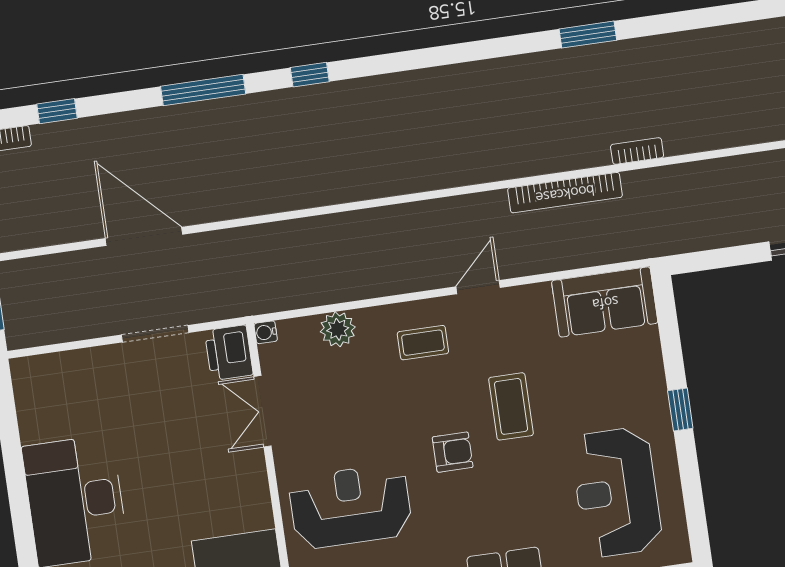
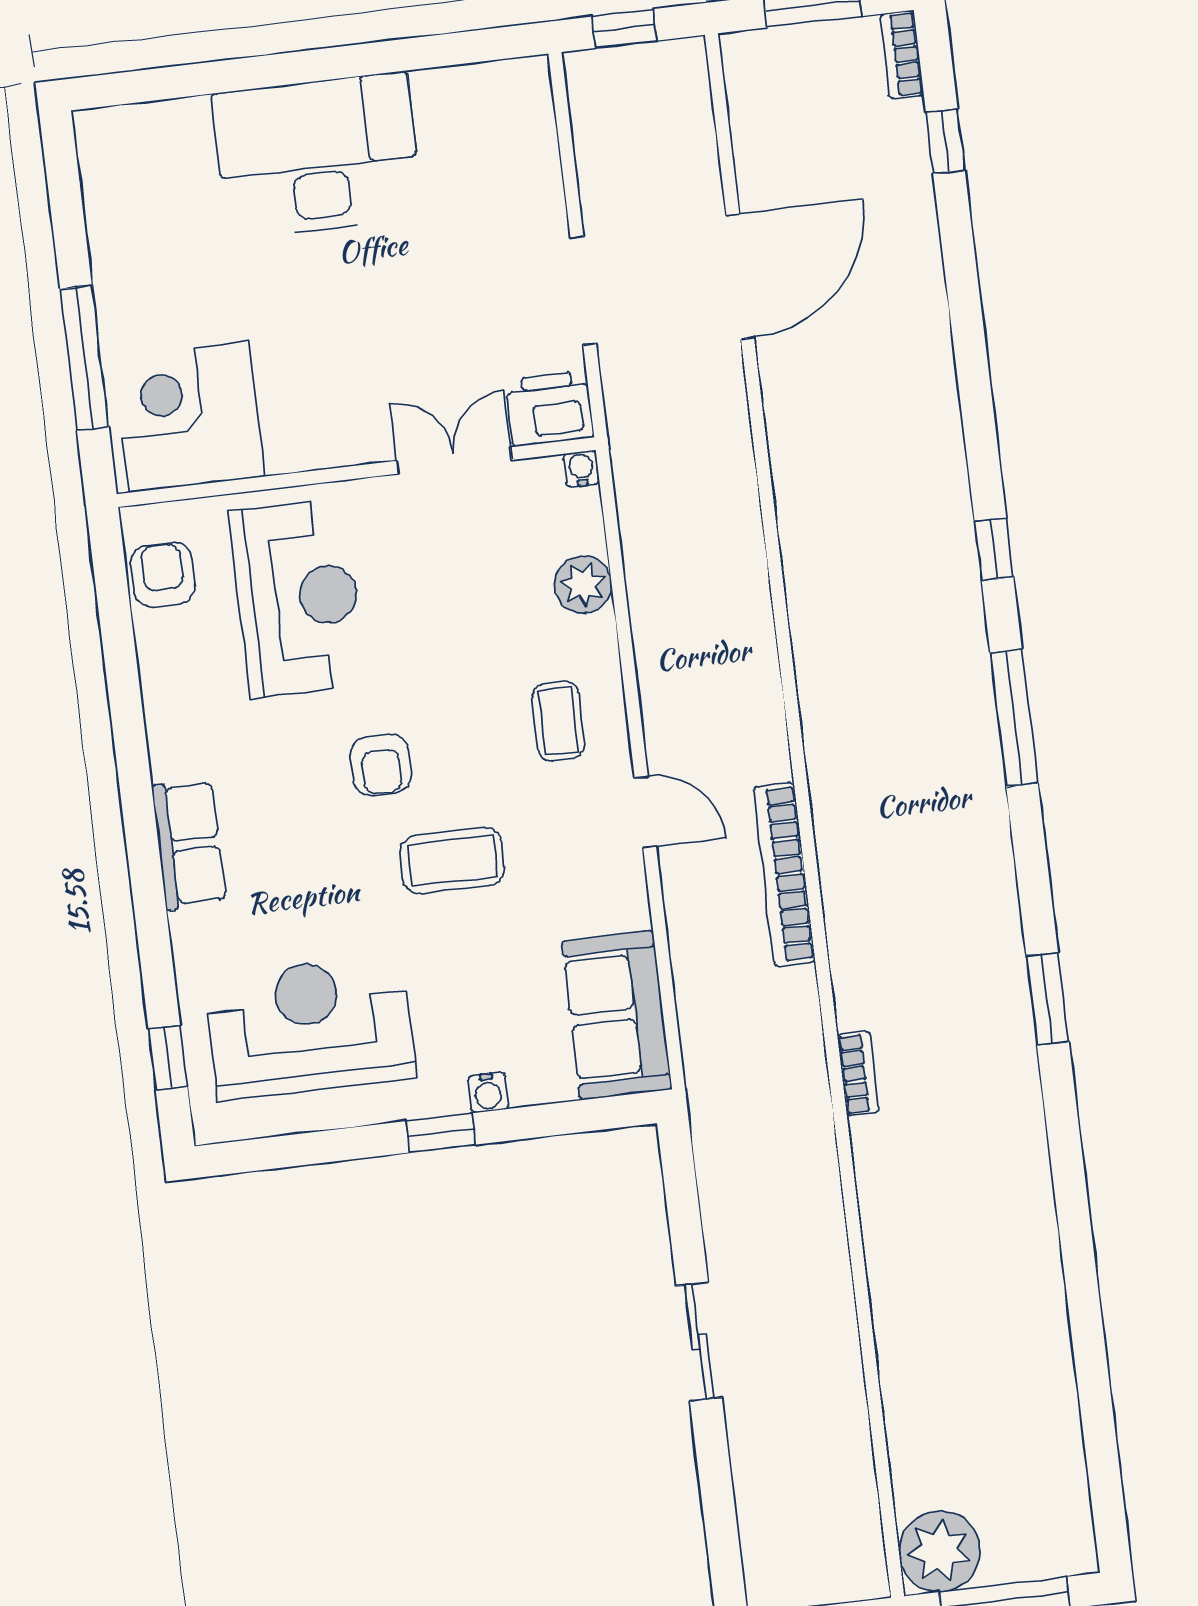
window: (203, 90) -> (1014, 718), moved
bookcase: (565, 193) -> (784, 874), moved
water cooler: (655, 381) -> (488, 1093), added

